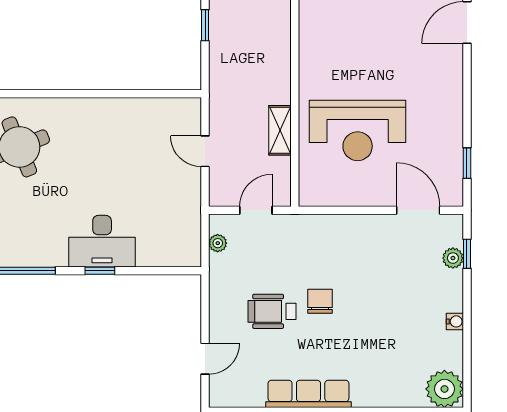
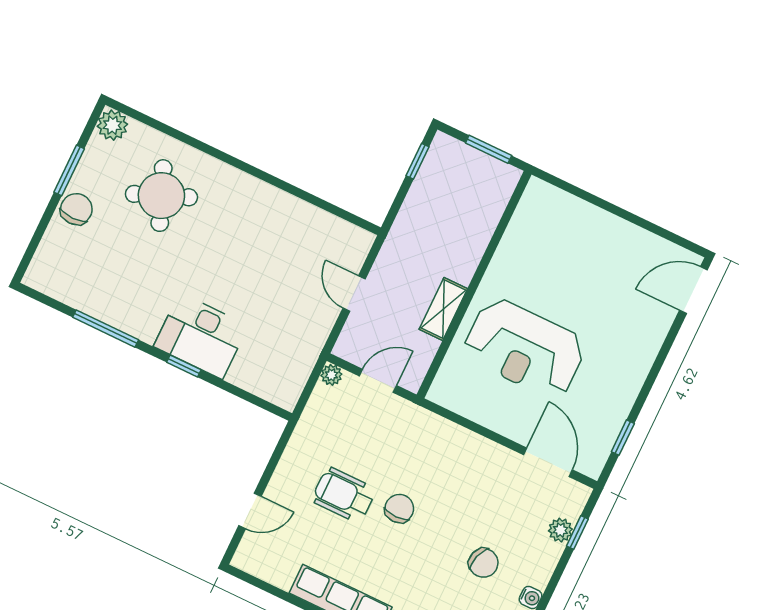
plant: (218, 243) -> (331, 375), moved
chair: (405, 312) -> (483, 563), added

